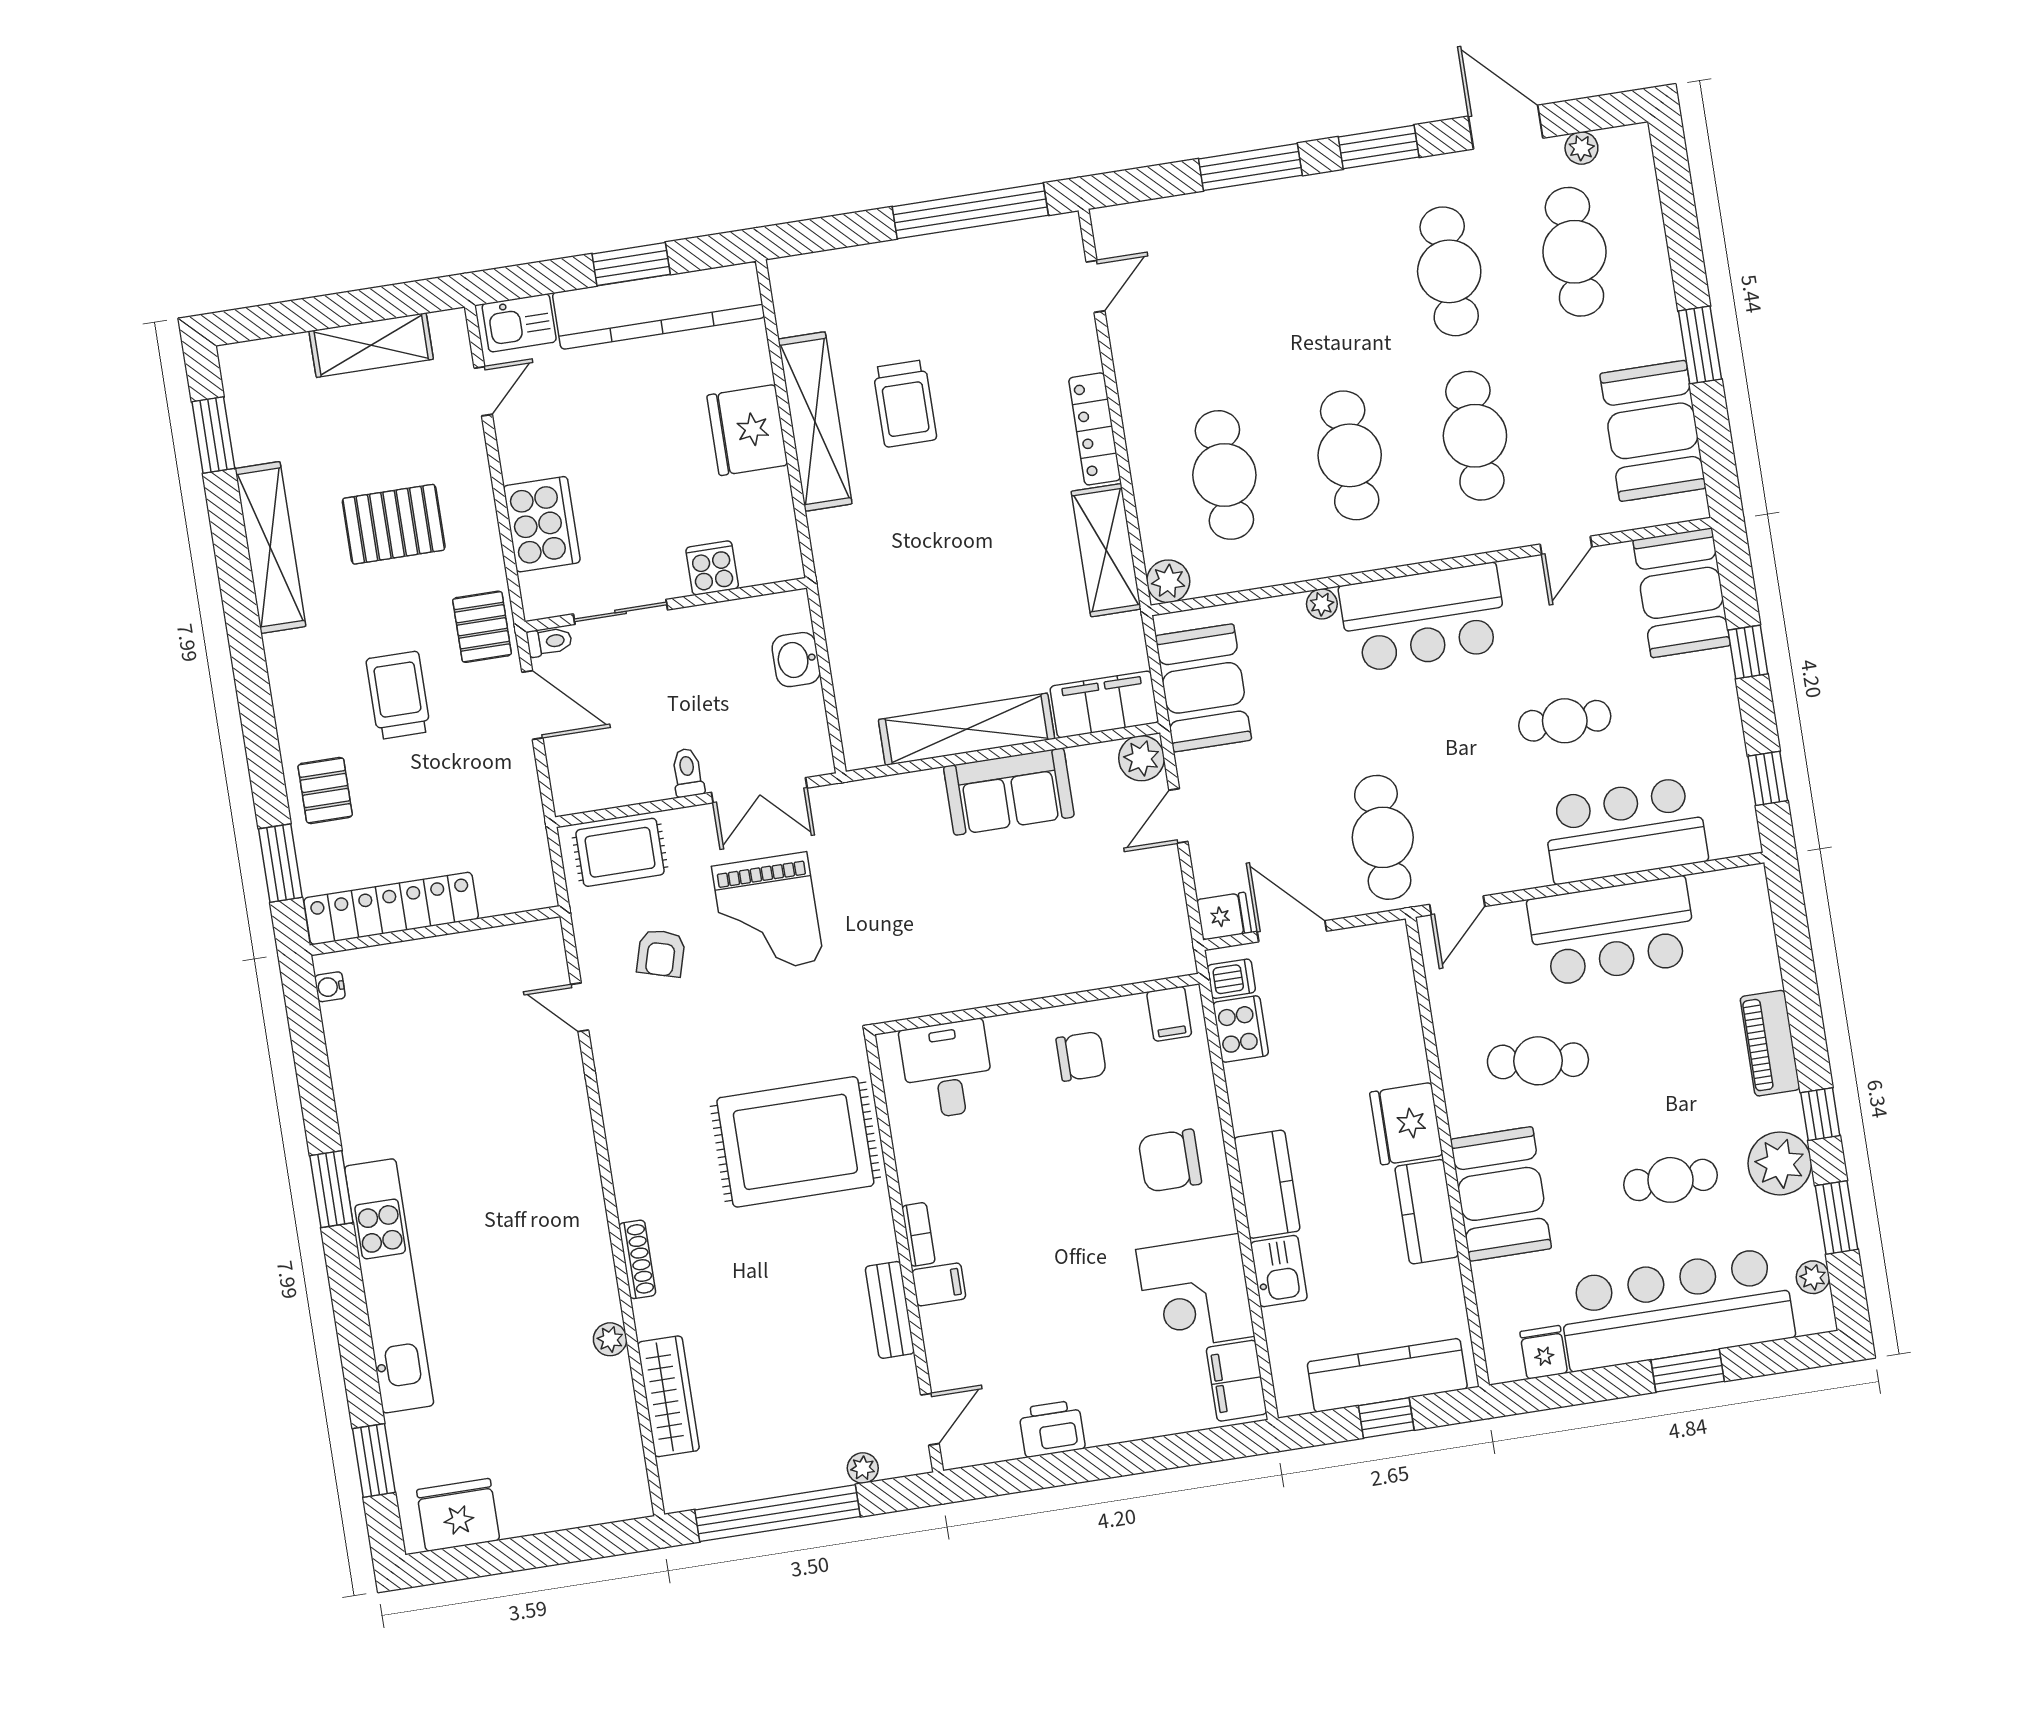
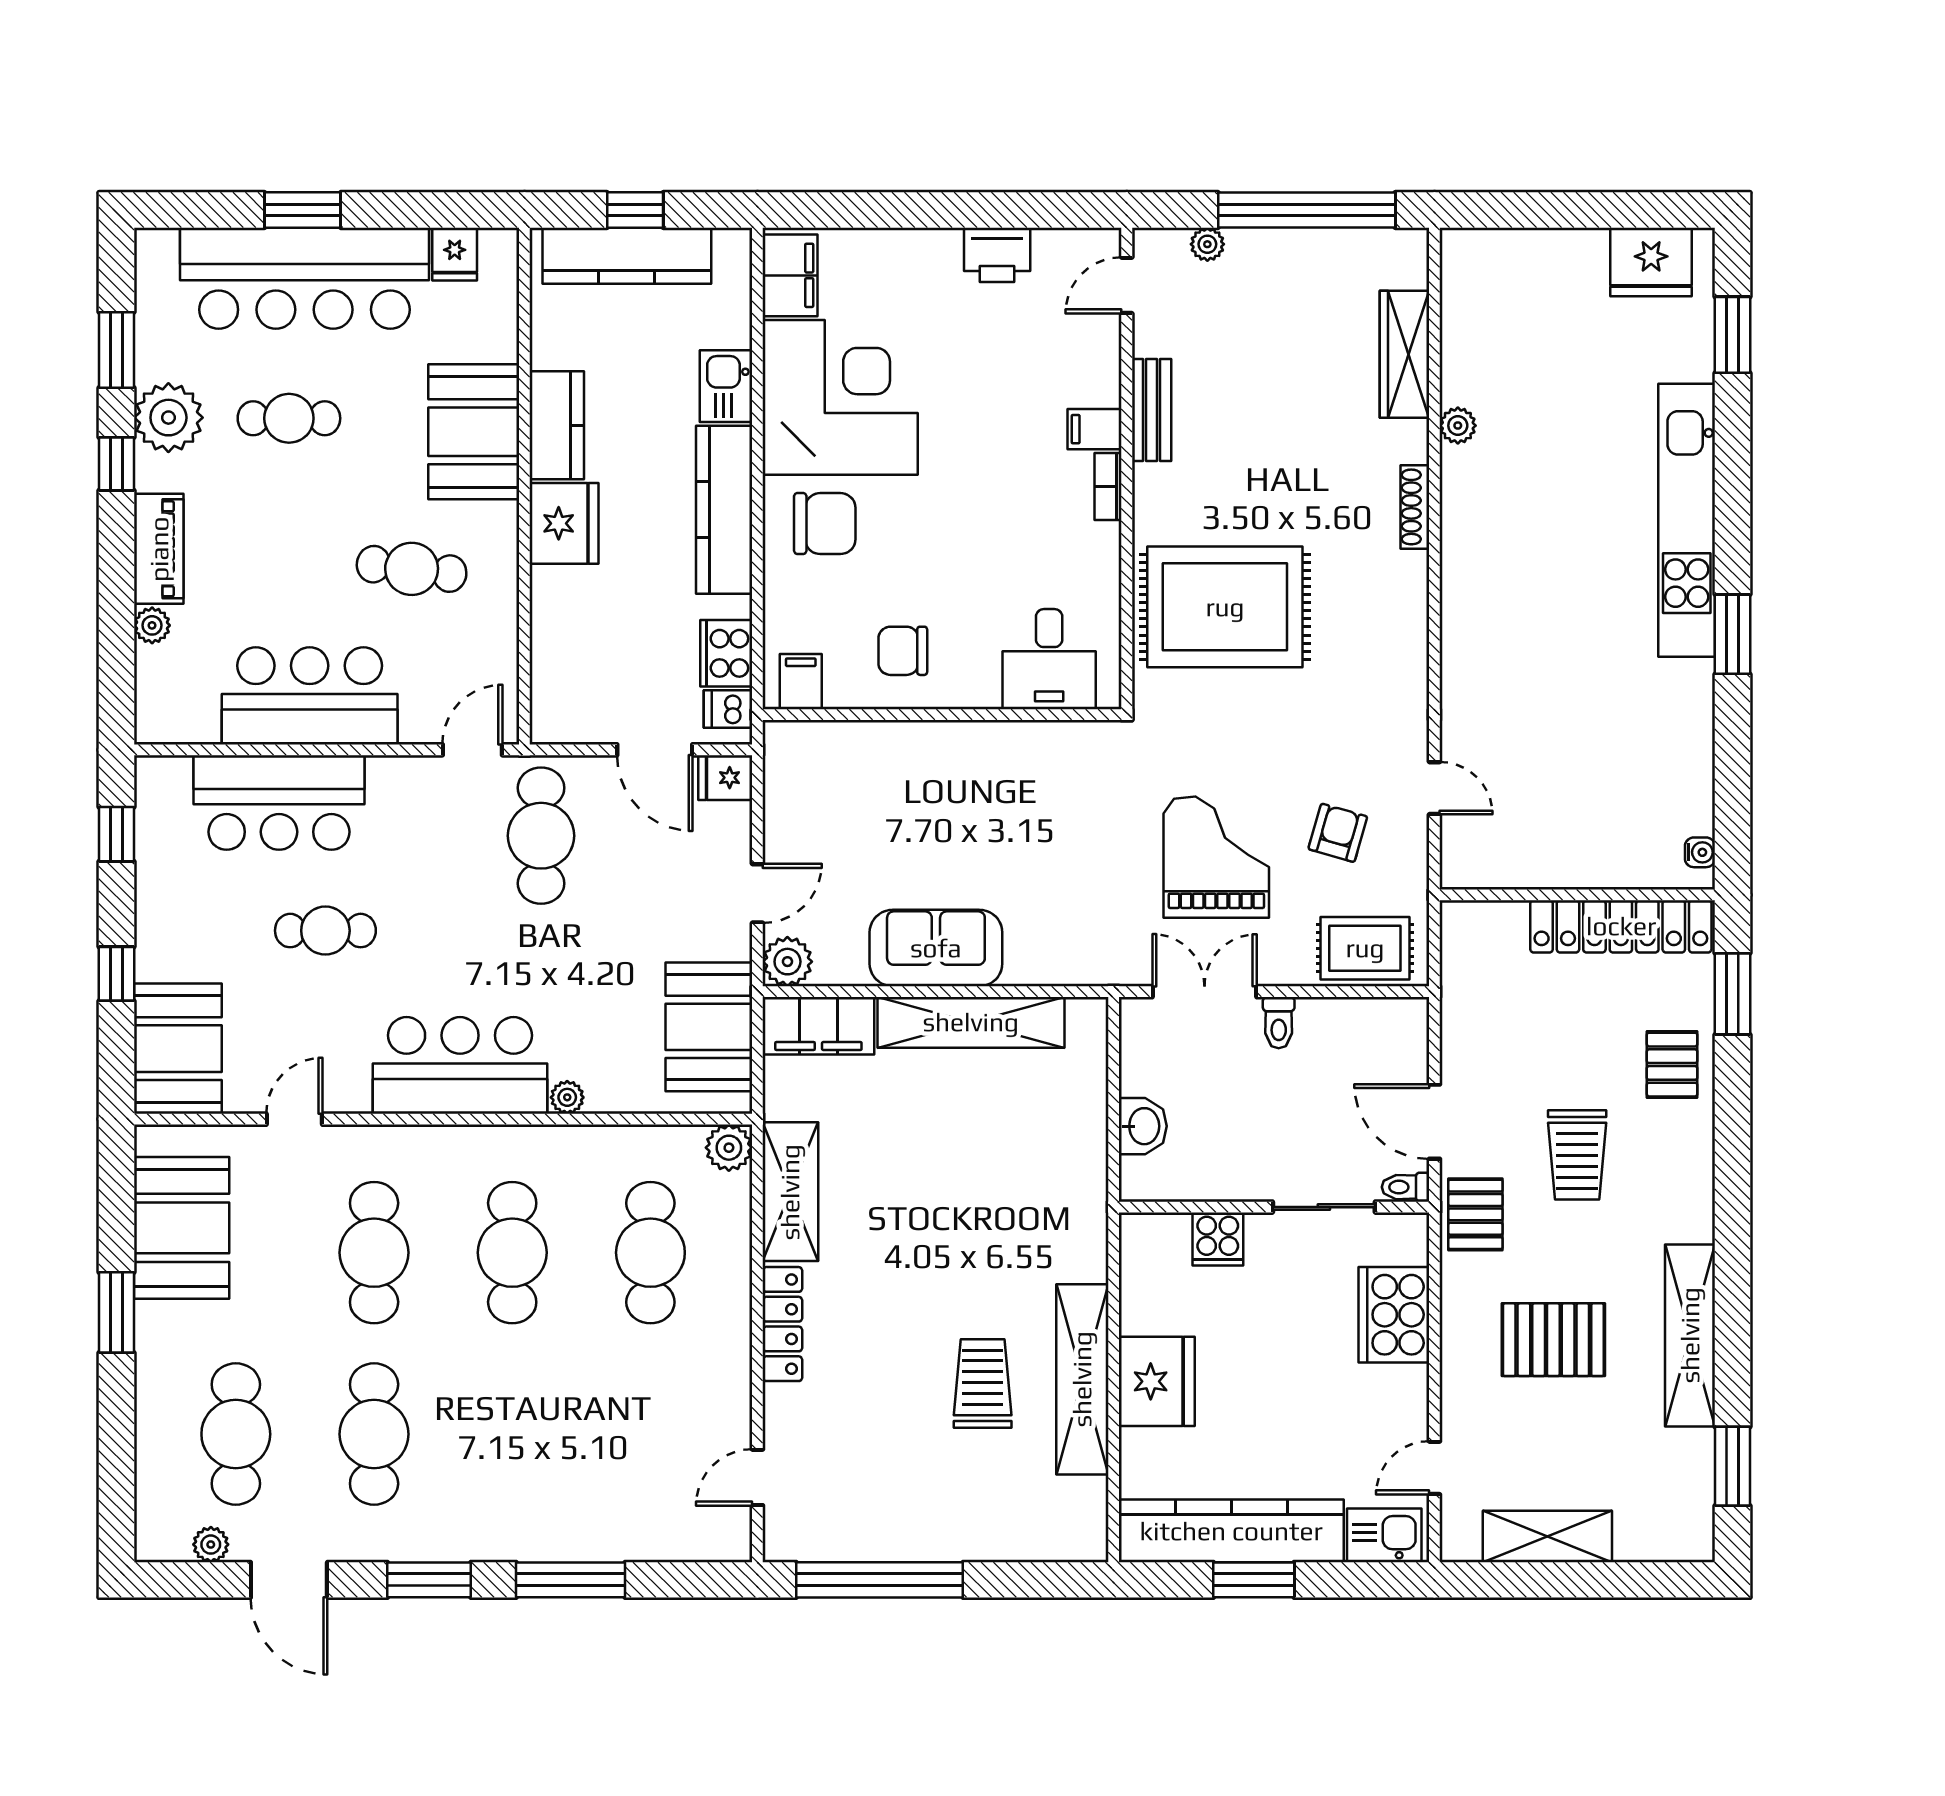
kitchen counter: (1267, 1184) -> (724, 510), width x1.50
plant: (1813, 1277) -> (152, 625), moved
corner desk: (1195, 1293) -> (840, 397), width x1.36, depth x1.36

